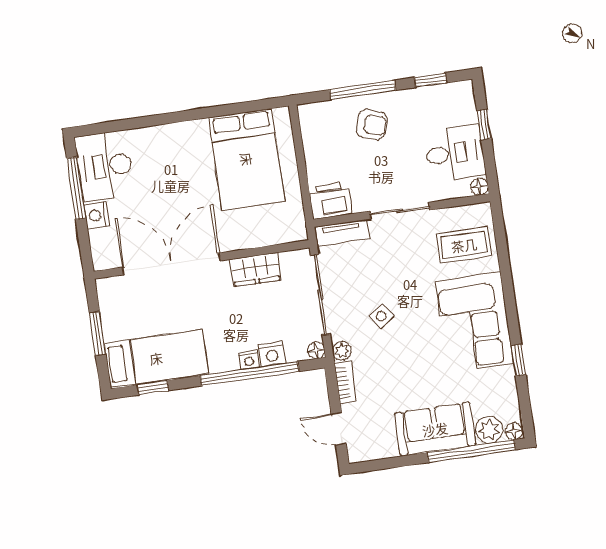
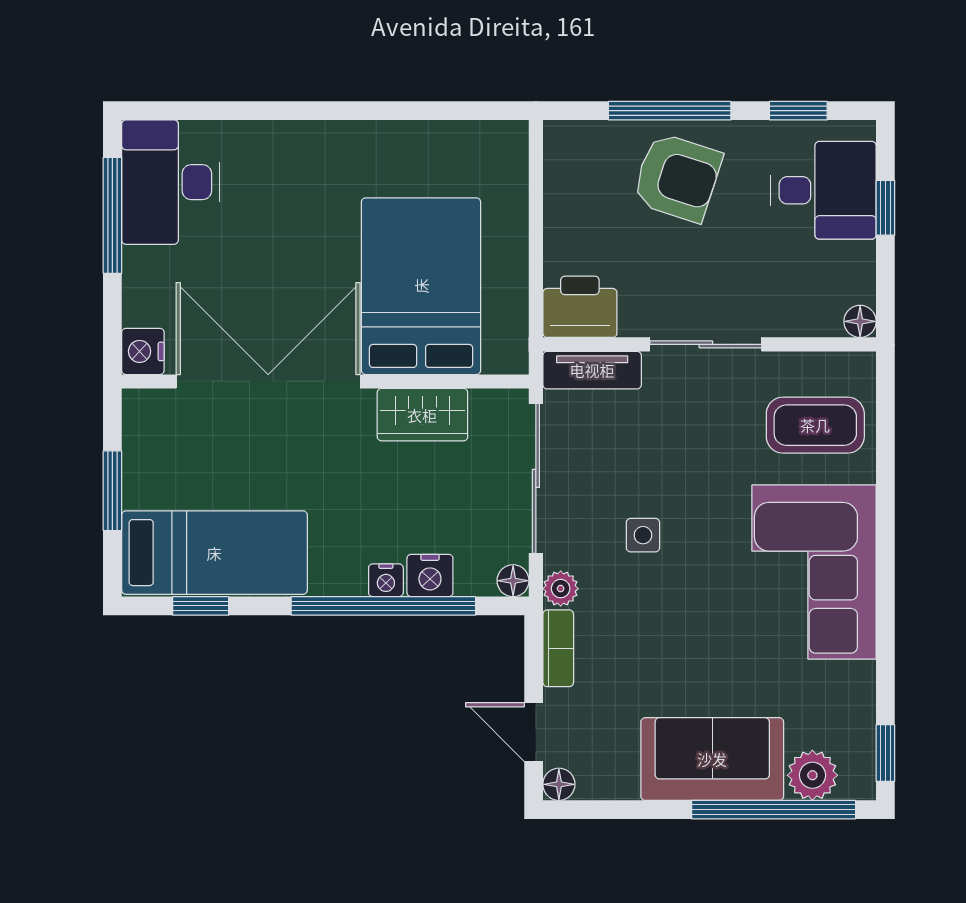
armchair: (372, 125) -> (677, 177), width x1.38, depth x1.38
desk: (455, 153) -> (823, 190), moved
bed: (247, 159) -> (421, 286), moved, turned 180
nightstand: (97, 215) -> (143, 351), moved
side table: (381, 316) -> (643, 535), turned 37
window: (518, 360) -> (885, 753), moved
floor lamp: (514, 431) -> (559, 784), moved

